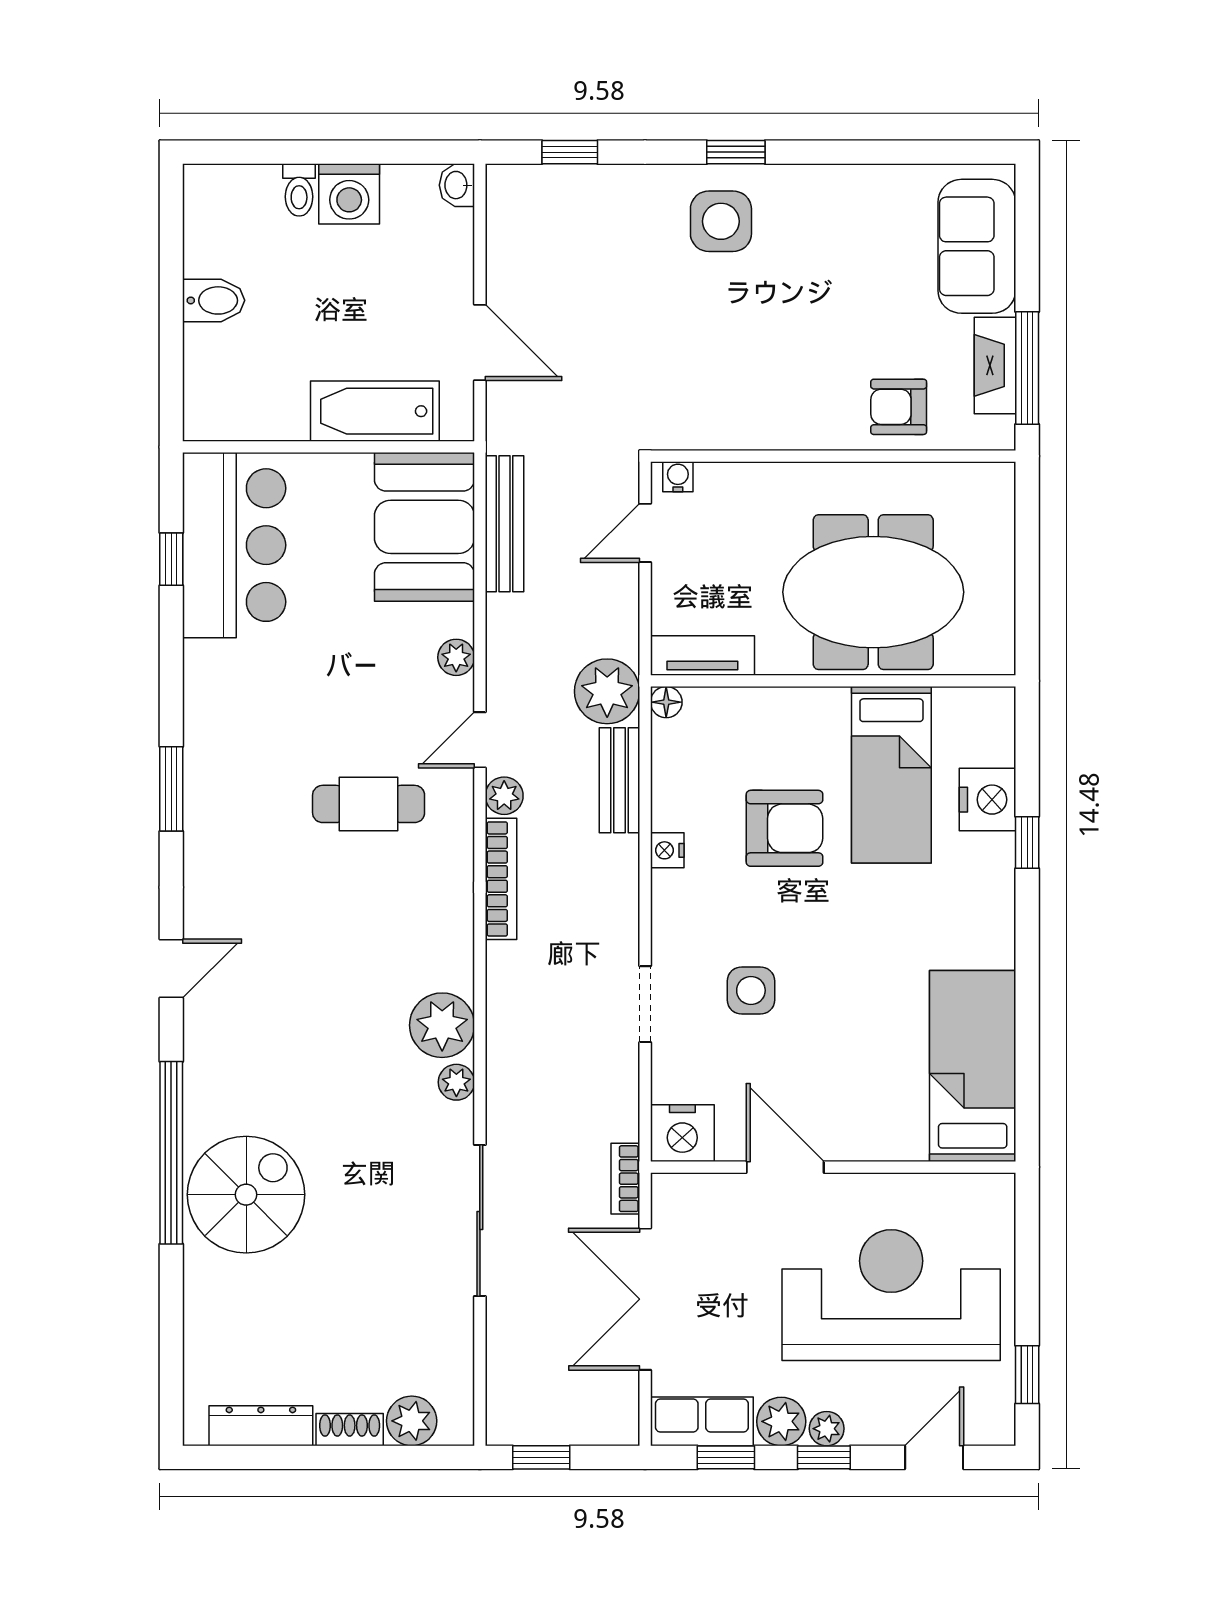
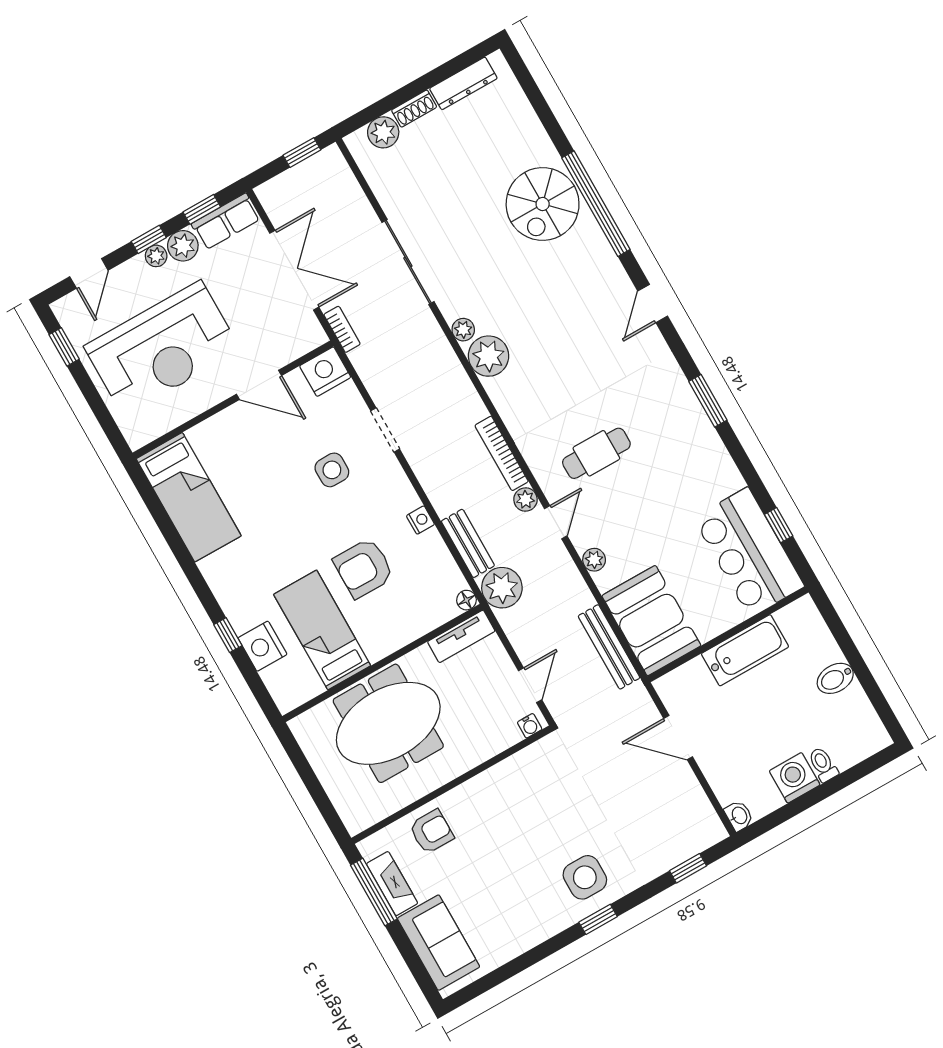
bathtub: (375, 411) -> (745, 650), moved

